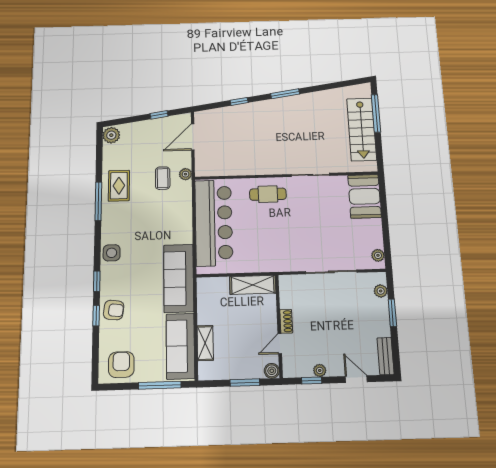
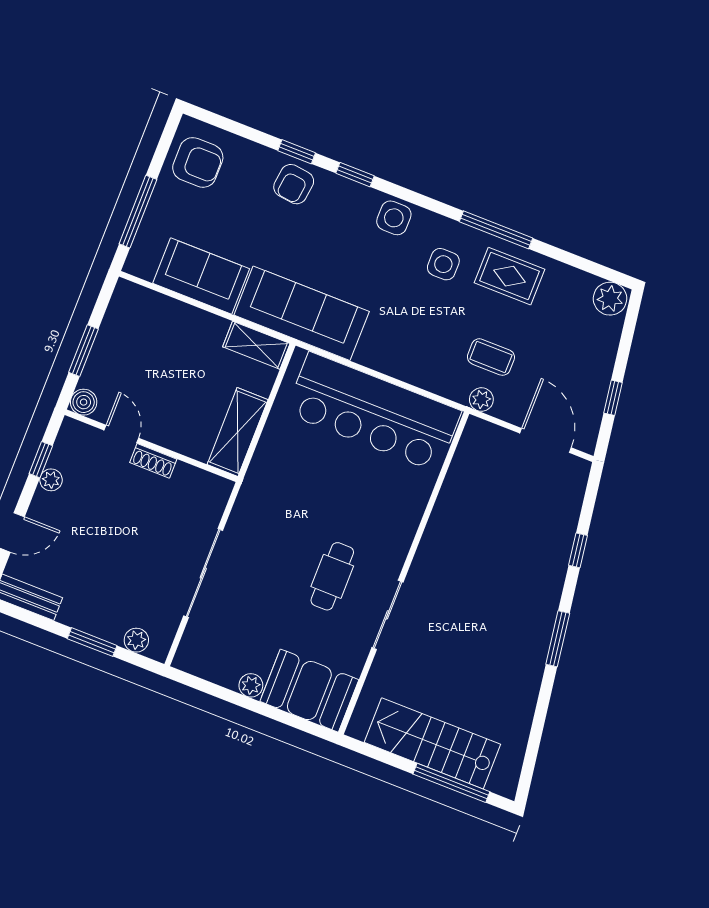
cafe table: (268, 194) -> (332, 576), moved
side table: (126, 219) -> (443, 264), added
plant: (378, 255) -> (251, 685), moved
shelving: (205, 343) -> (256, 345), moved
sofa: (180, 346) -> (201, 276), width x0.73

